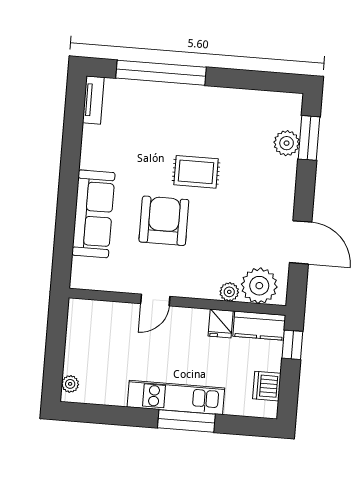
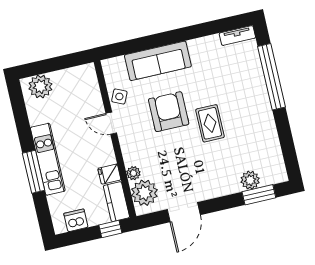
armchair: (164, 221) -> (169, 112), turned -90
side table: (124, 279) -> (119, 96), added
plant: (70, 384) -> (40, 86), width x1.88, depth x1.88

